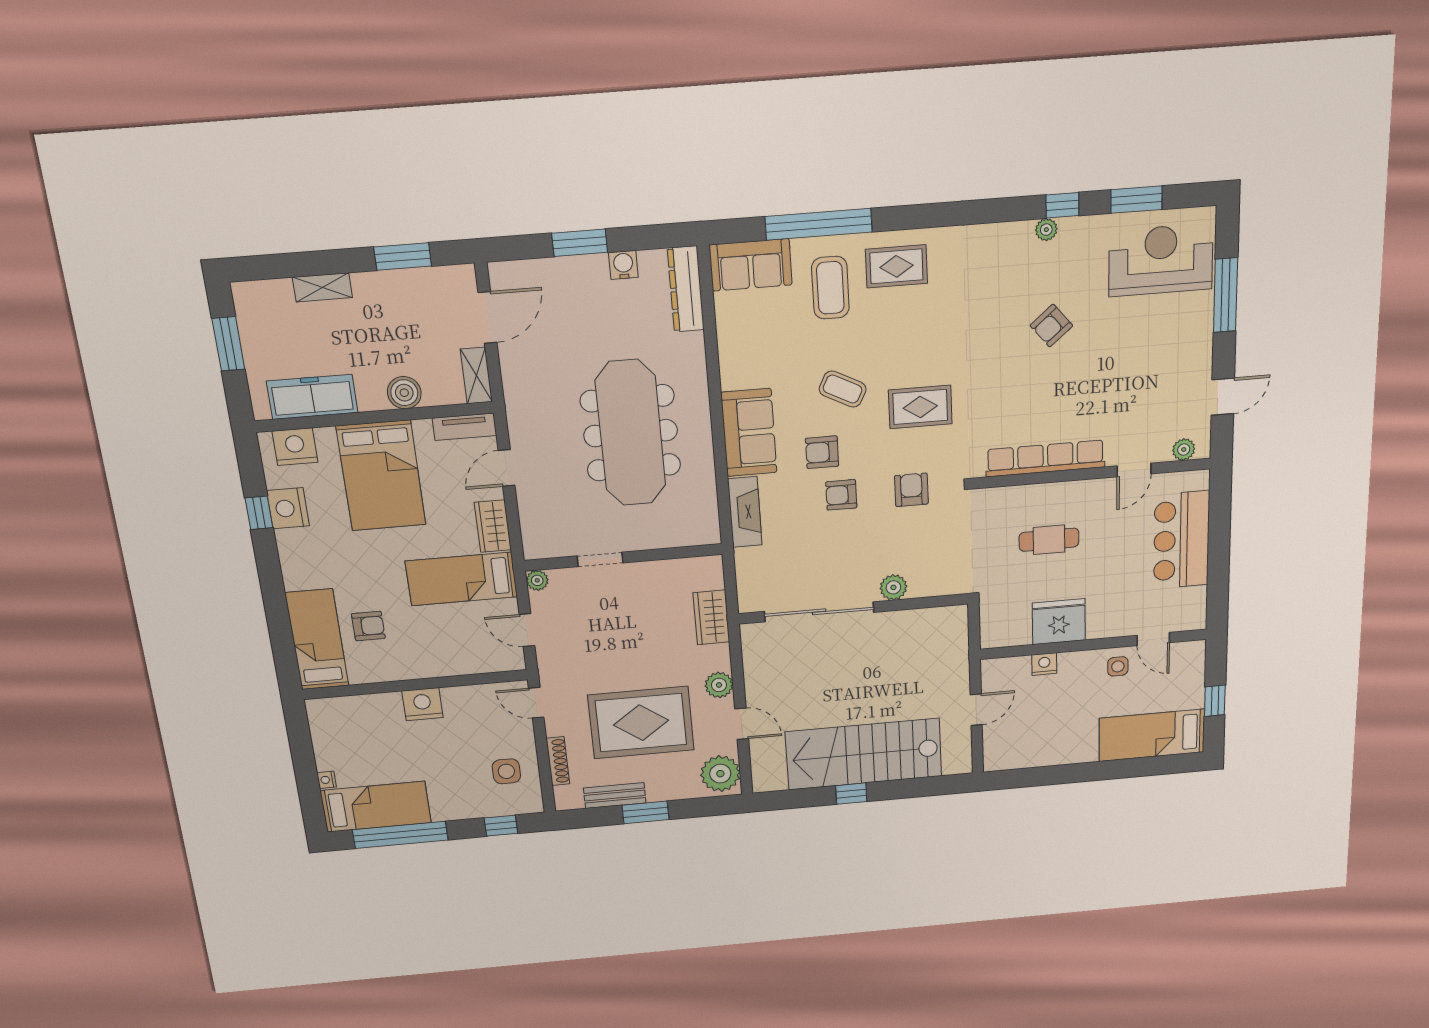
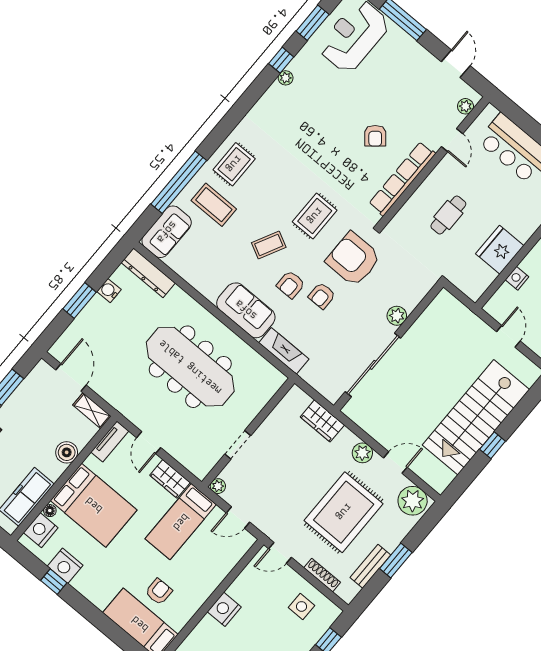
armchair: (1051, 326) -> (375, 136), moved
floor lamp: (325, 436) -> (50, 511), added
armchair: (911, 490) -> (353, 259), width x1.88, depth x1.88

